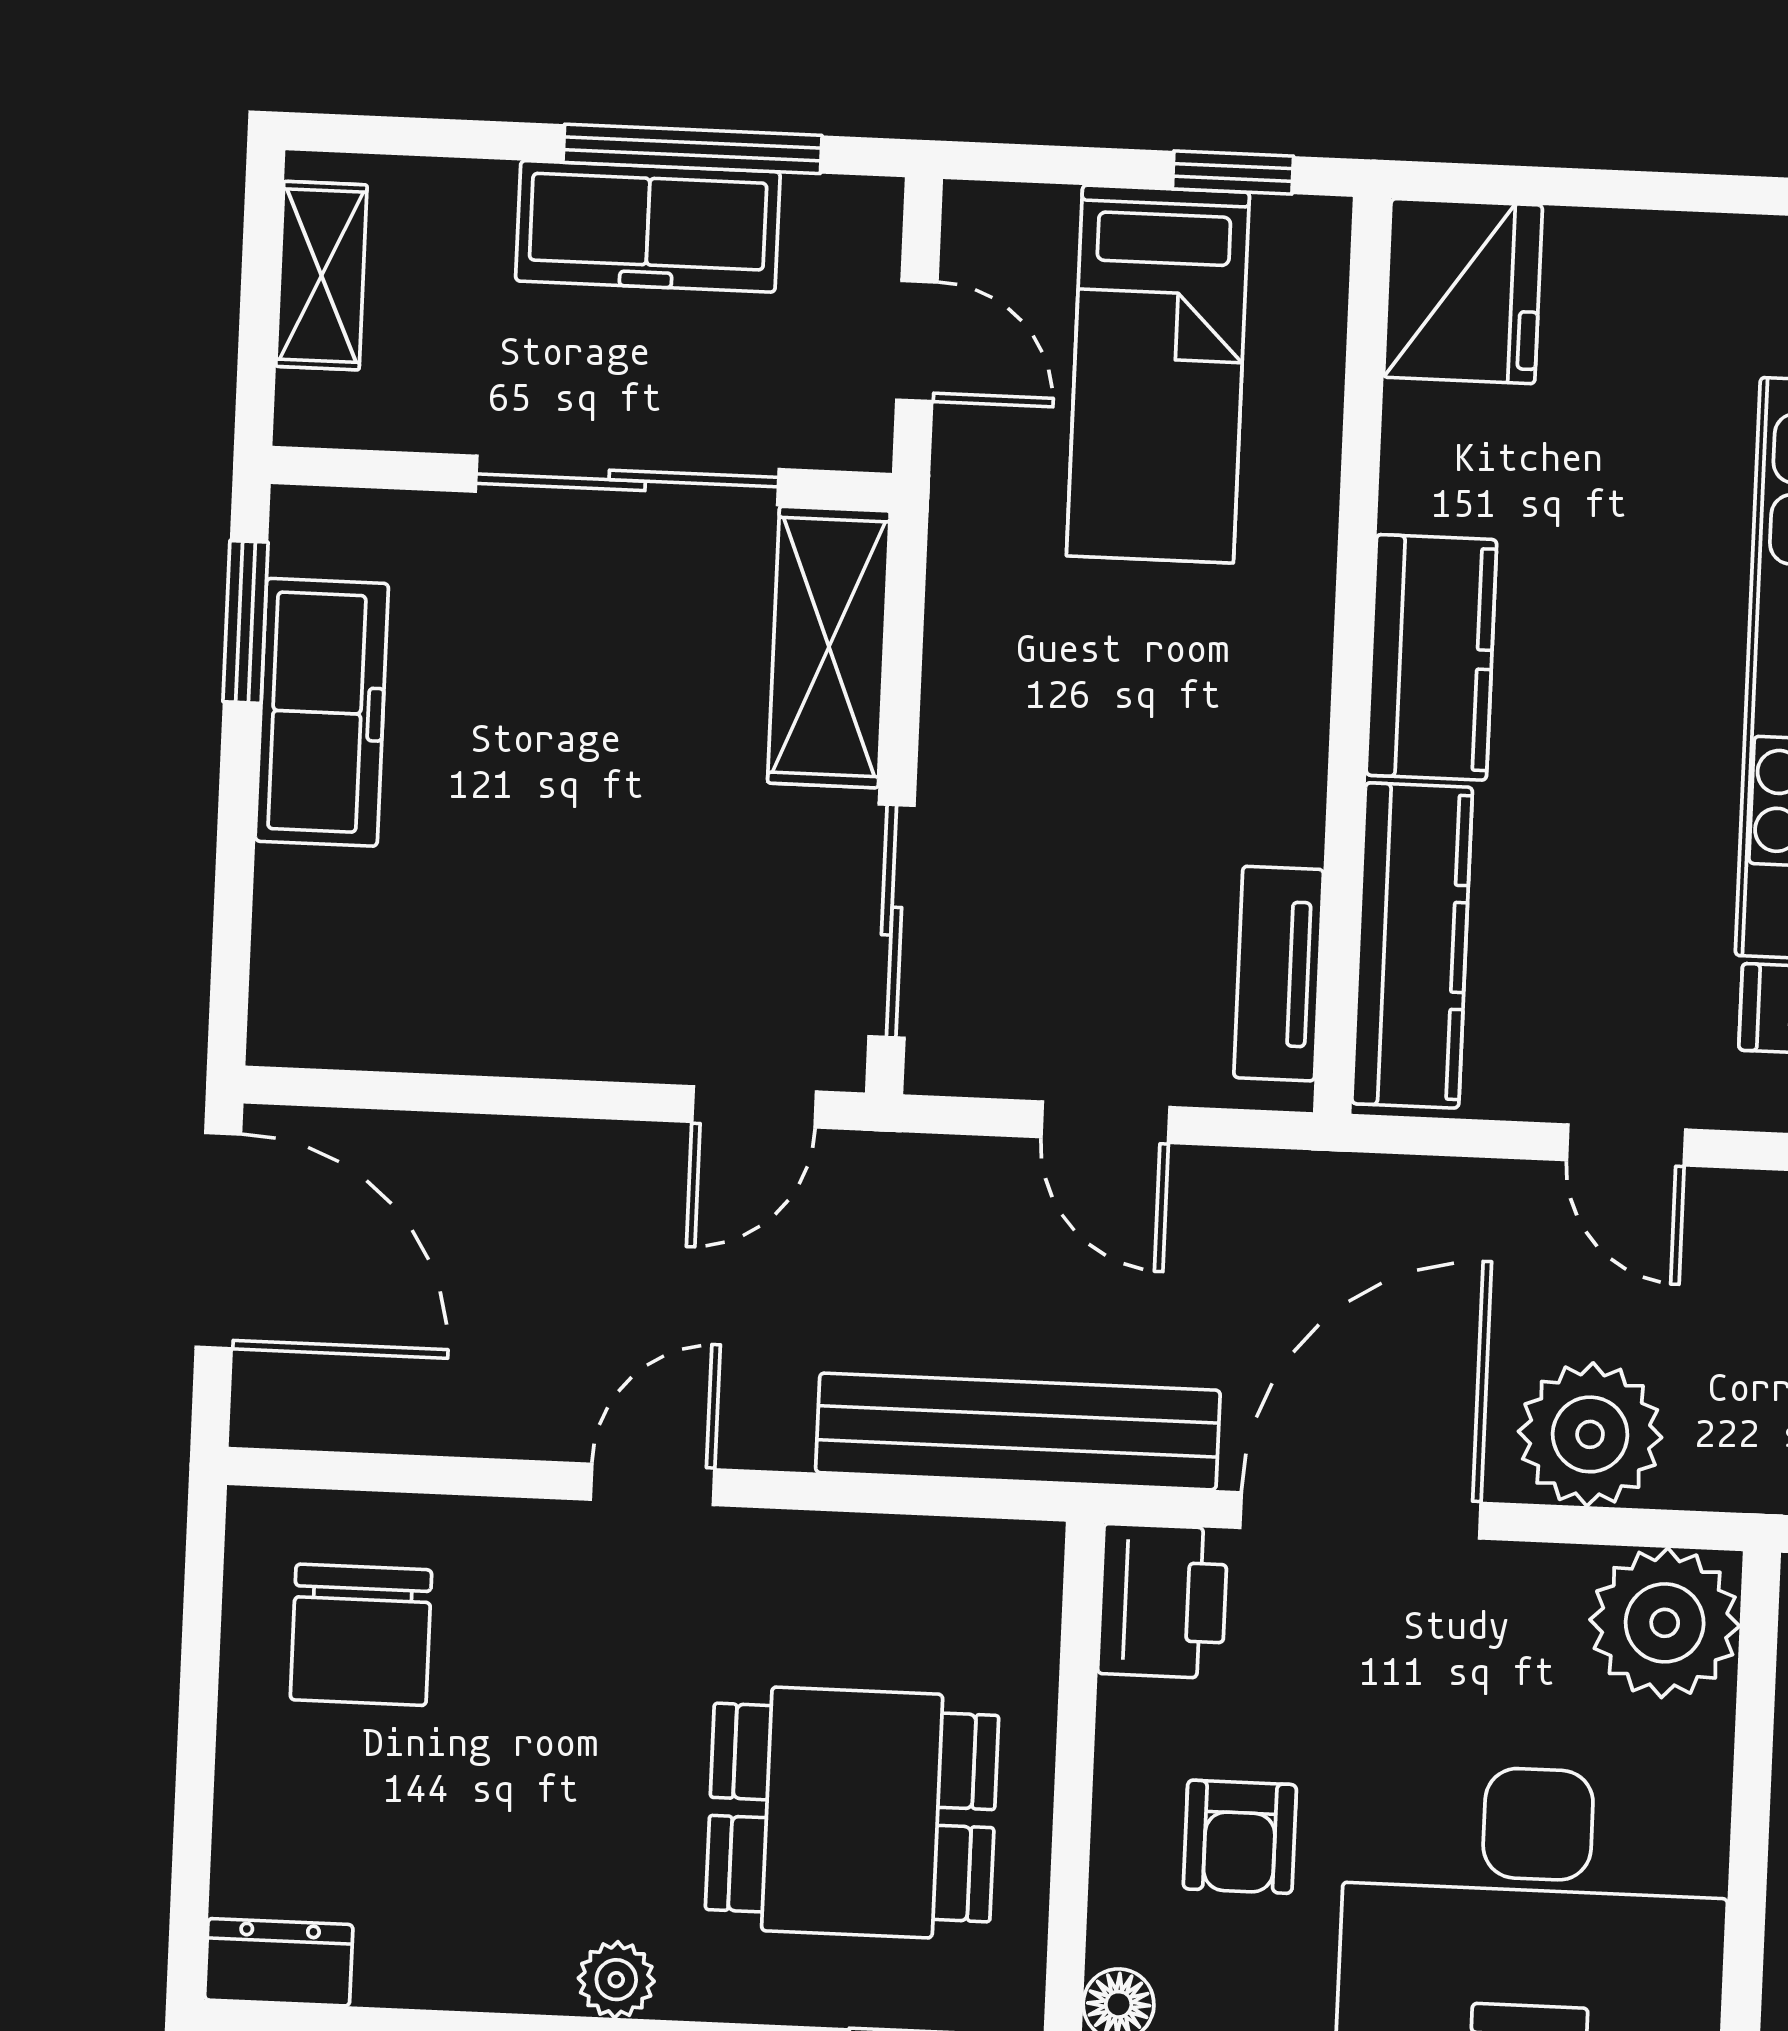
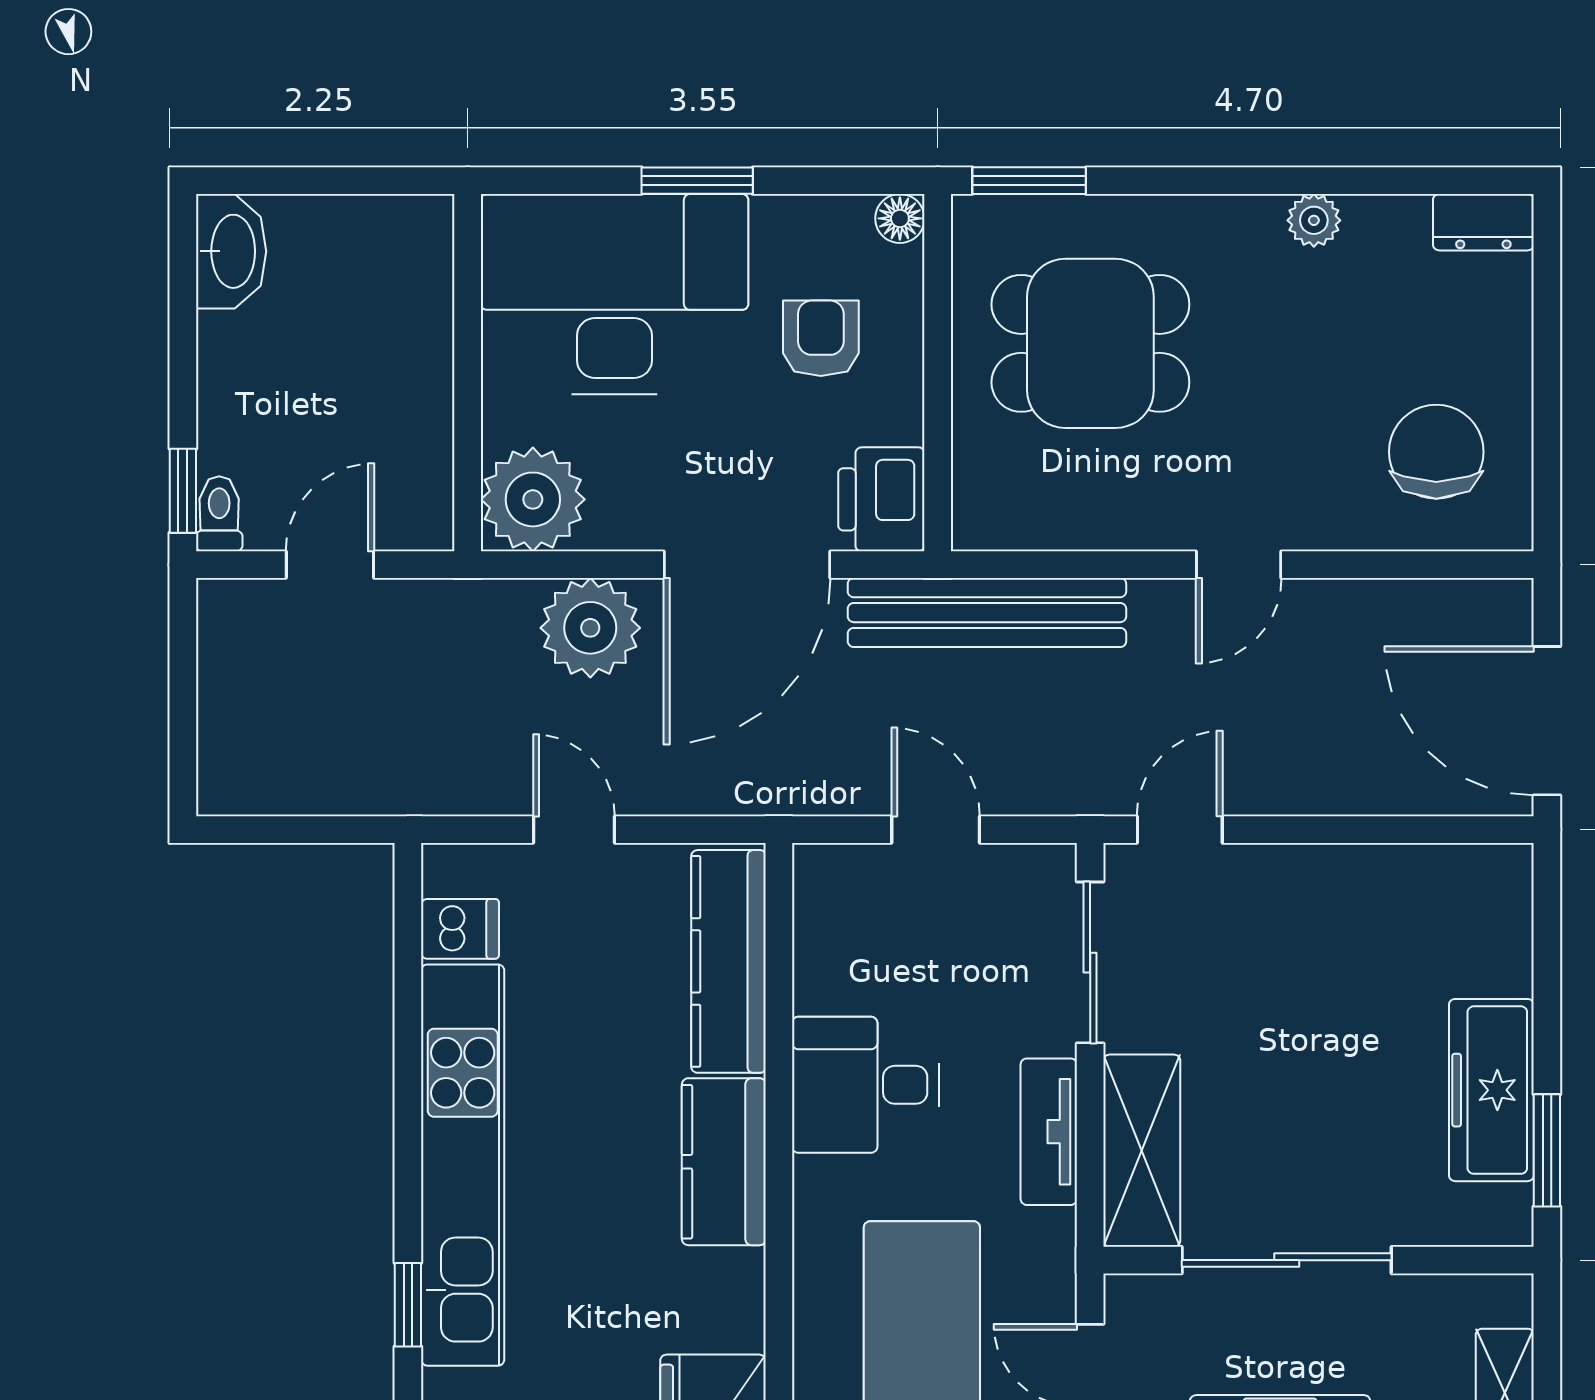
desk: (1222, 759) -> (866, 1085), added
tv unit: (1279, 974) -> (1049, 1132), moved, turned 180
plant: (616, 1980) -> (1314, 220), moved

